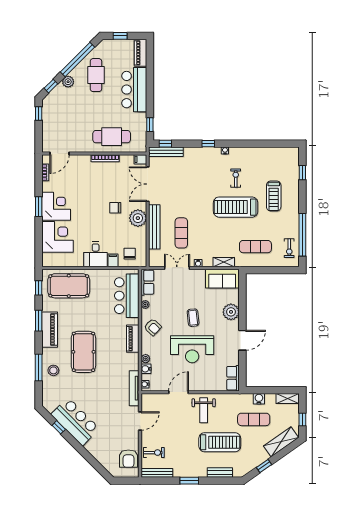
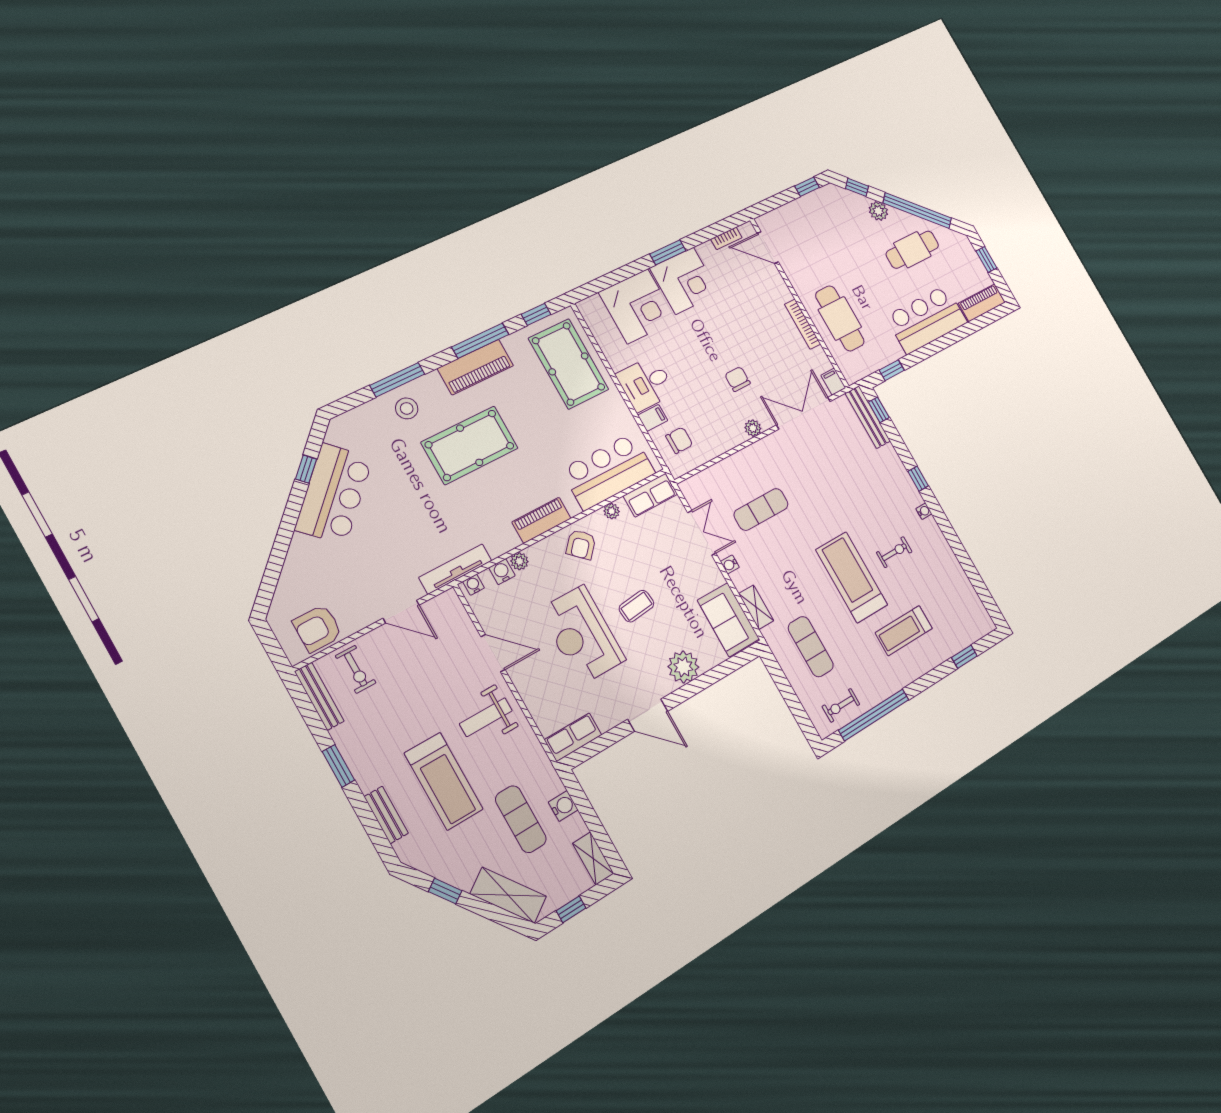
plant: (138, 218) -> (753, 428), width x0.53, depth x0.53
bench: (154, 227) -> (745, 459), removed
window: (39, 321) -> (480, 341), width x1.44

